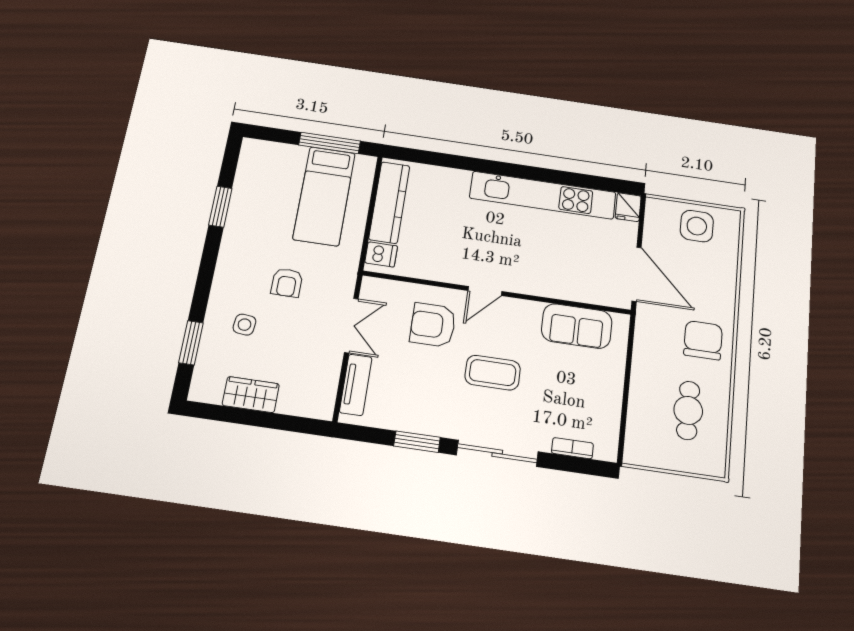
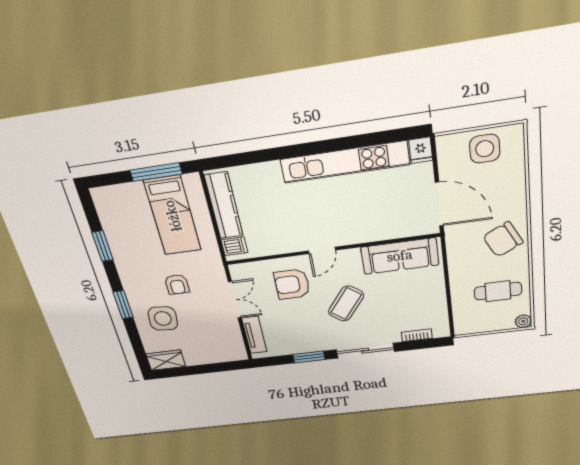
side table: (244, 325) -> (163, 318), width x1.87, depth x1.87
sofa: (577, 326) -> (400, 256), width x1.36
chair: (703, 340) -> (503, 239), turned -117
window: (191, 343) -> (123, 305), moved
coffee table: (493, 373) -> (346, 304), turned -53
wardrobe: (251, 395) -> (166, 360), moved
cafe table: (688, 410) -> (498, 291), turned 90
plant: (715, 466) -> (523, 321), added

